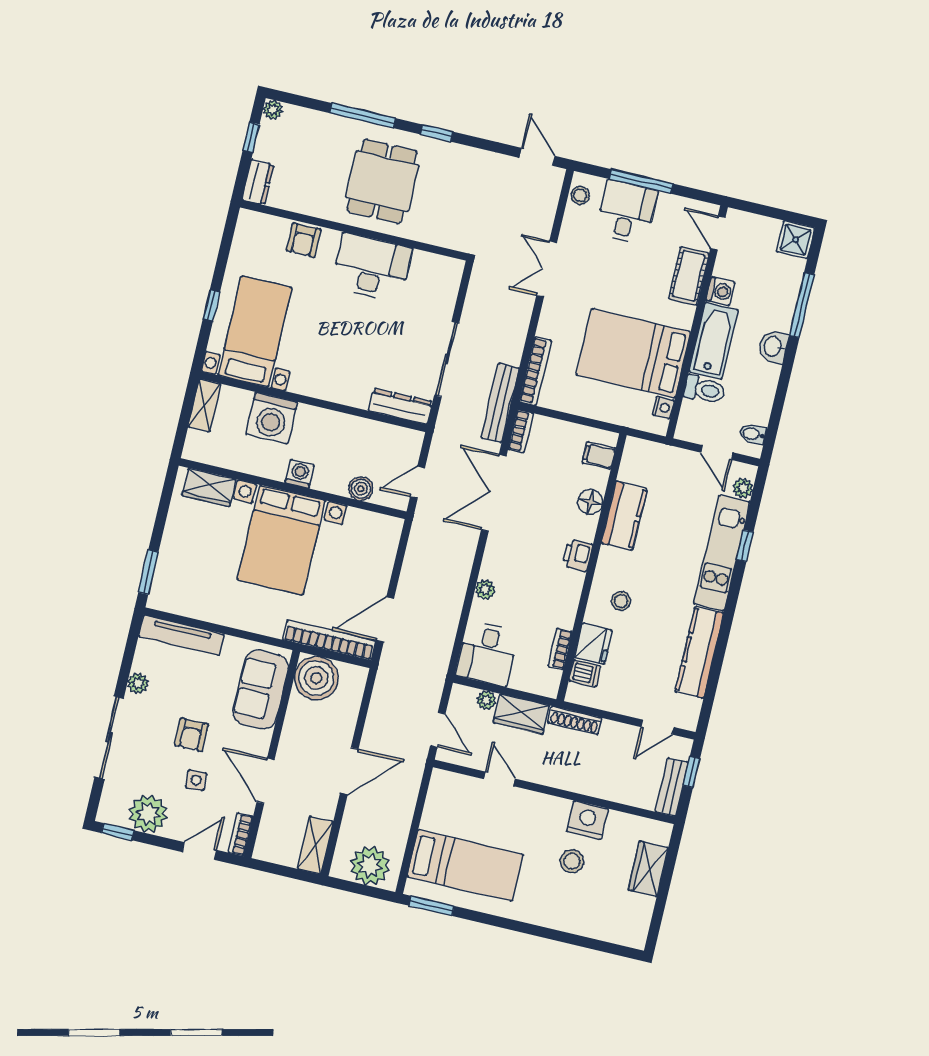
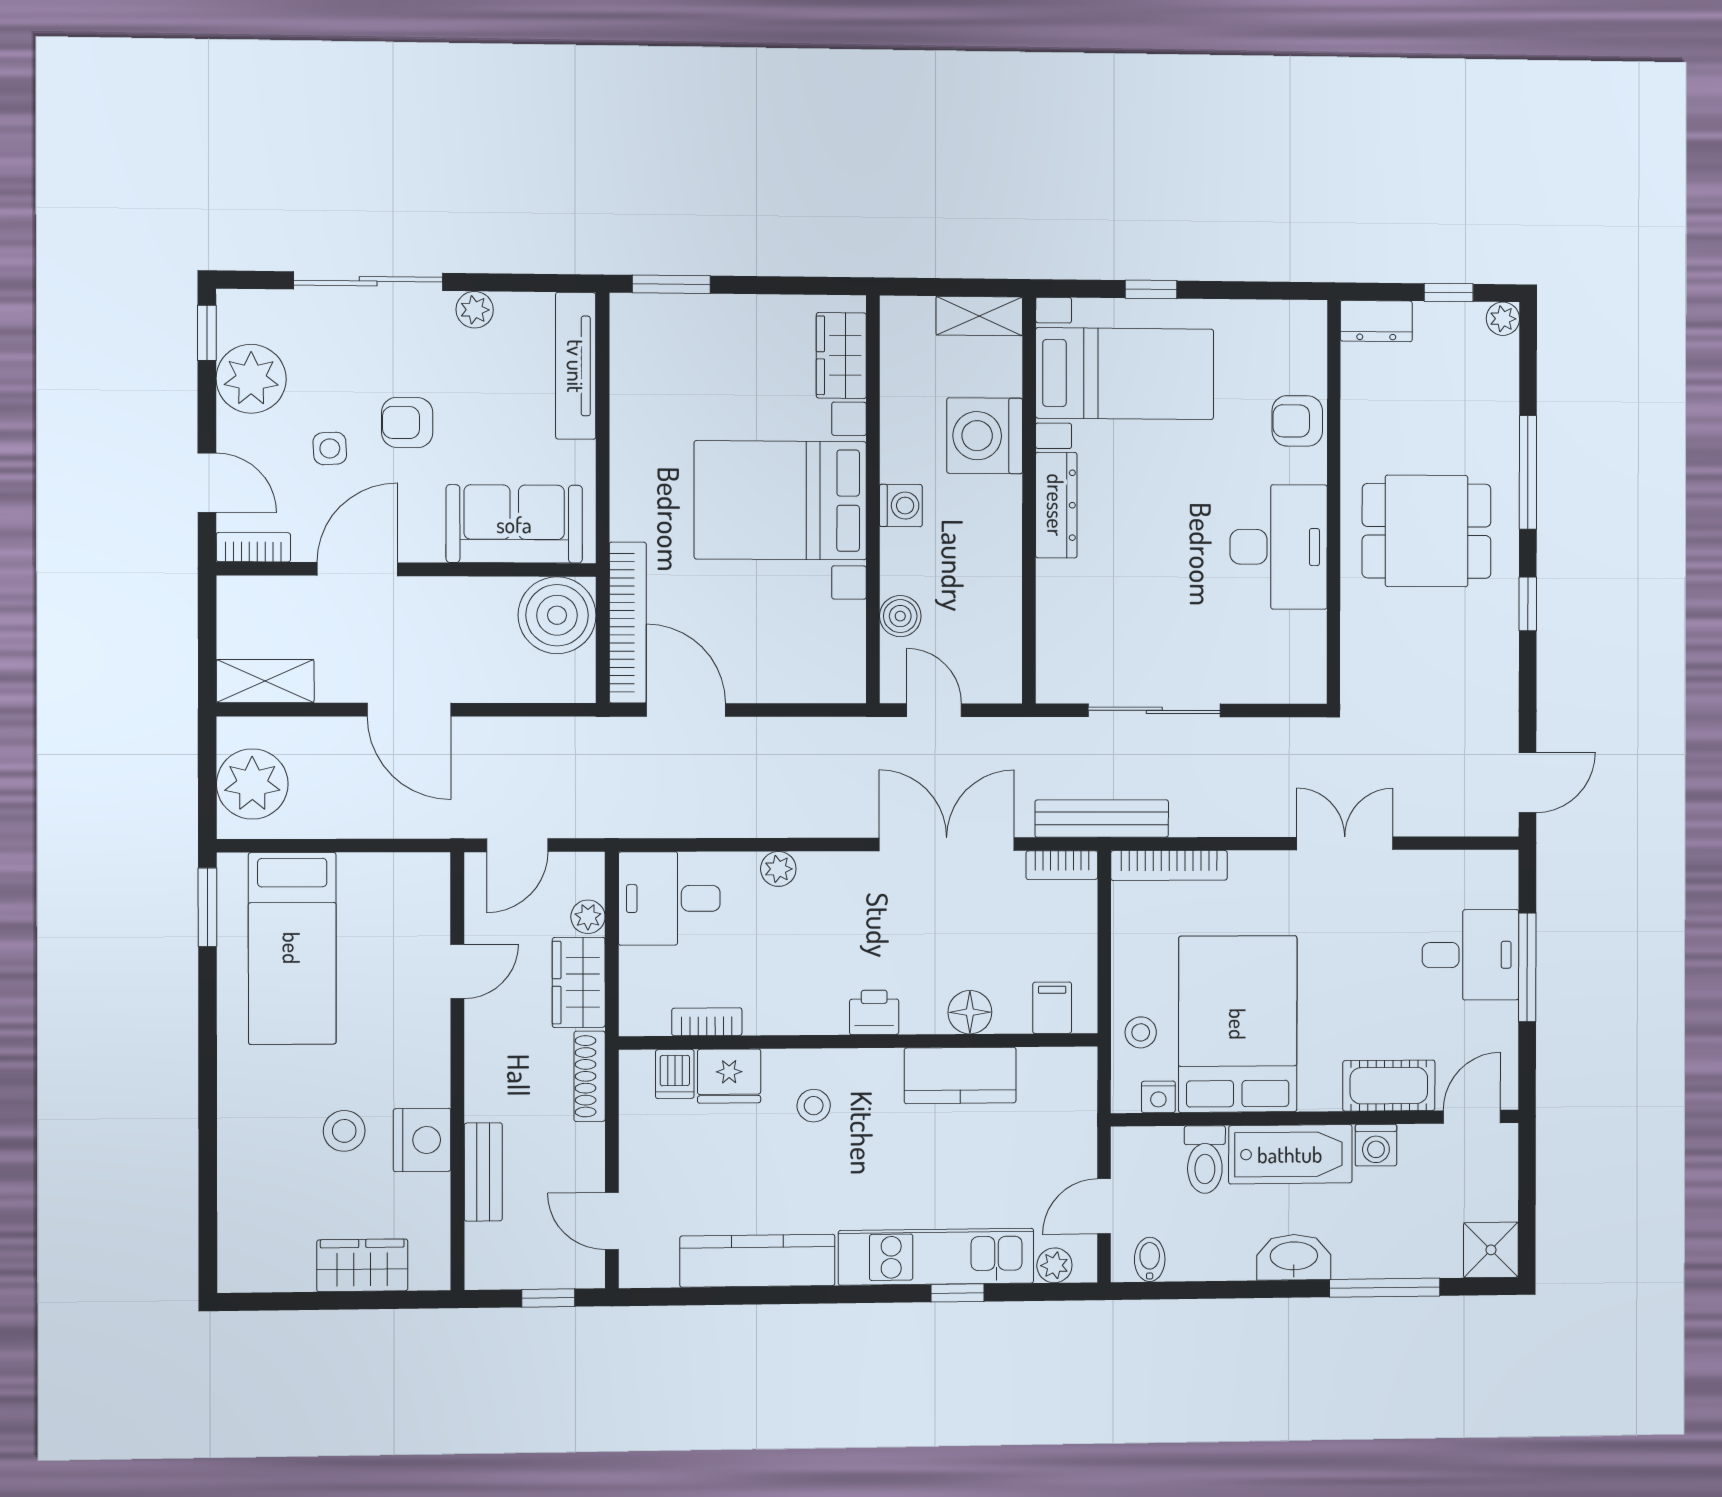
stool: (580, 195) -> (1141, 1032), moved
washbasin: (773, 347) -> (1294, 1257), width x1.38
dresser: (400, 406) -> (1056, 505), moved
bench: (672, 787) -> (483, 1172), moved, turned 90

